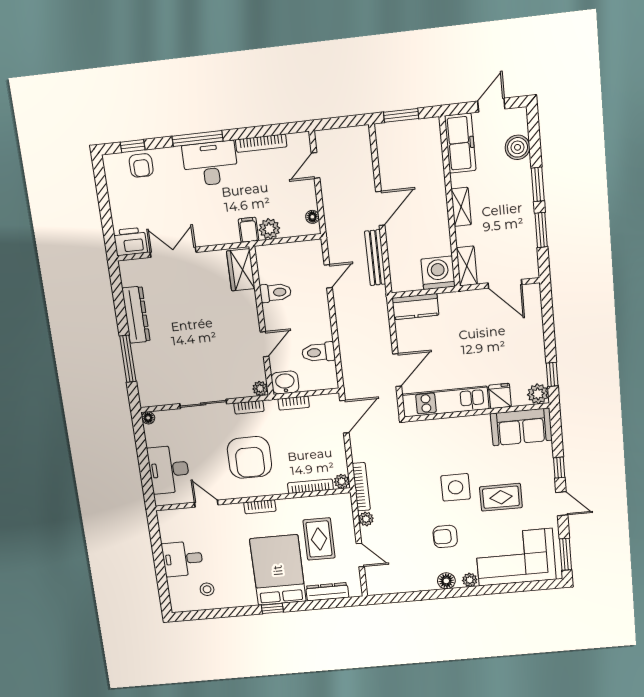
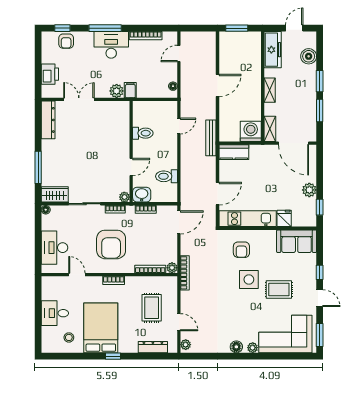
plant: (269, 229) -> (117, 91), moved
printer: (130, 241) -> (50, 74), moved, turned 90
bench: (375, 258) -> (211, 138), moved
wardrobe: (241, 270) -> (55, 194), moved, turned 90
door: (505, 284) -> (294, 143), width x1.36
dresser: (136, 315) -> (48, 120), moved
plant: (538, 394) -> (309, 190), moved
plant: (366, 519) -> (186, 345), moved
armchair: (445, 536) -> (241, 250), moved, turned -90
bed: (278, 570) -> (101, 328), moved

